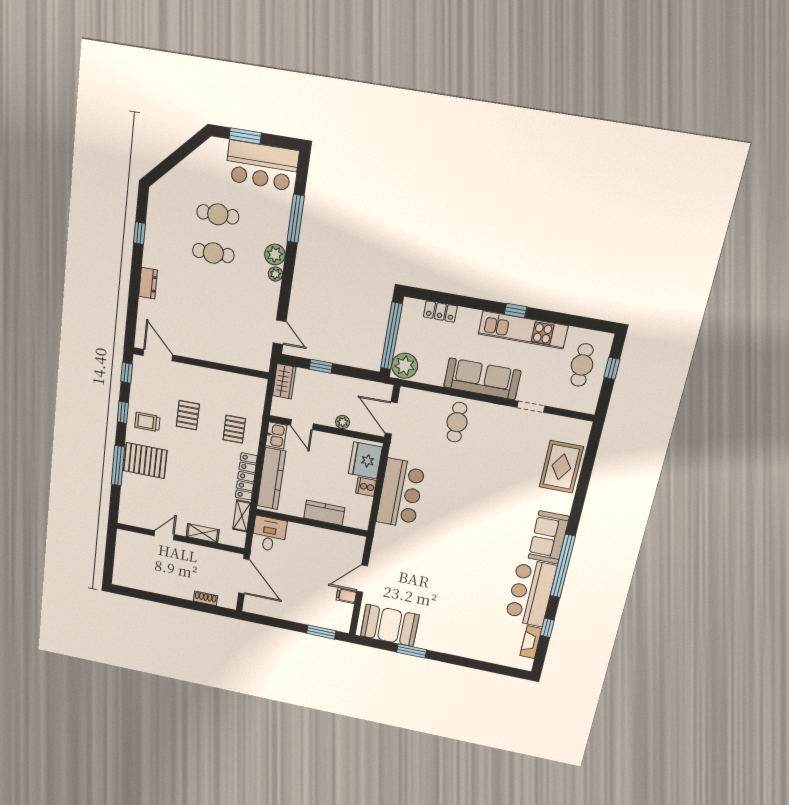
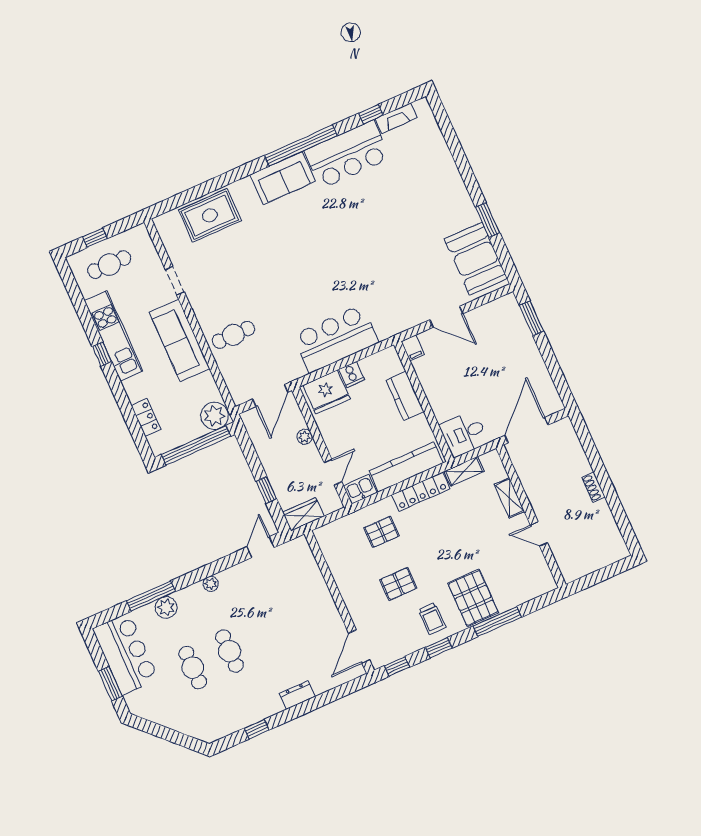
plant: (275, 254) -> (166, 607), moved
filing cabinet: (346, 596) -> (413, 348), moved
shoe rack: (206, 598) -> (593, 487), moved

